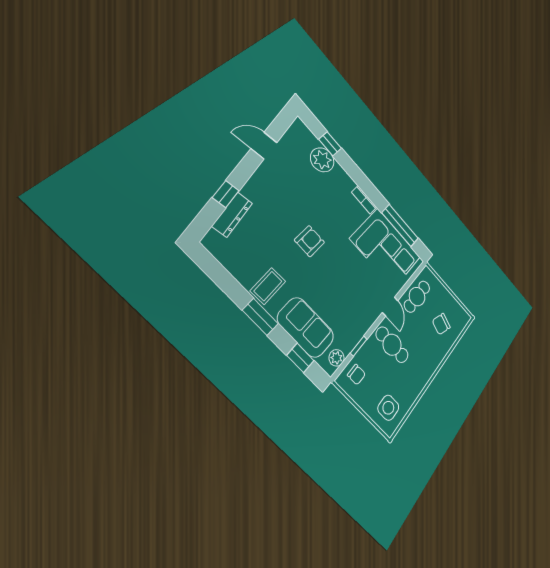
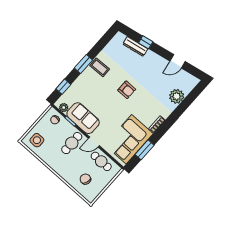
window: (330, 144) -> (188, 101), removed
door: (264, 146) -> (177, 61), swing flipped
window: (400, 226) -> (145, 150), width x0.69
sofa: (306, 327) -> (83, 118), moved, turned -90

